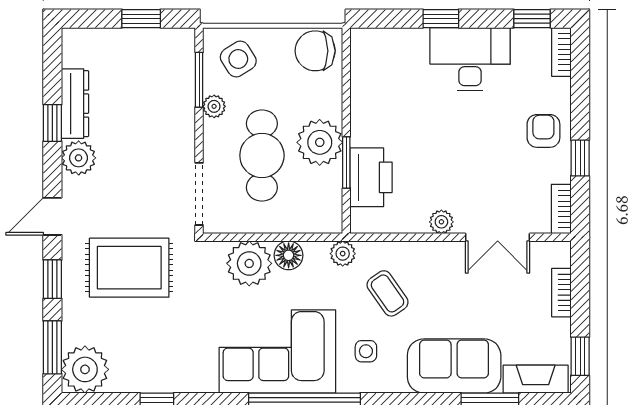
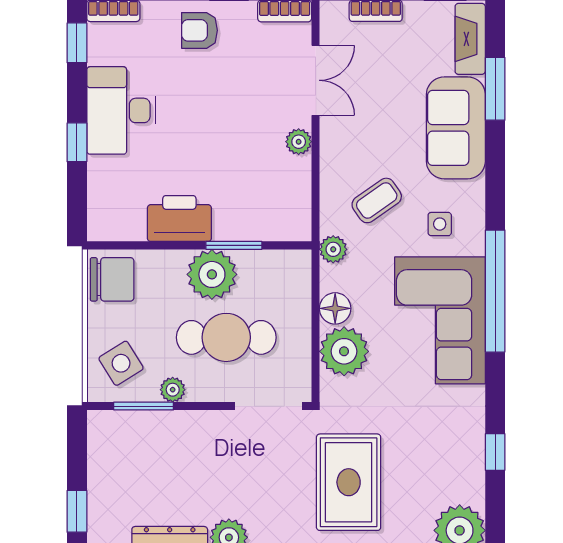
window: (141, 19) -> (77, 511), moved
chair: (315, 51) -> (112, 279), turned -90
printer: (371, 177) -> (179, 218), moved

